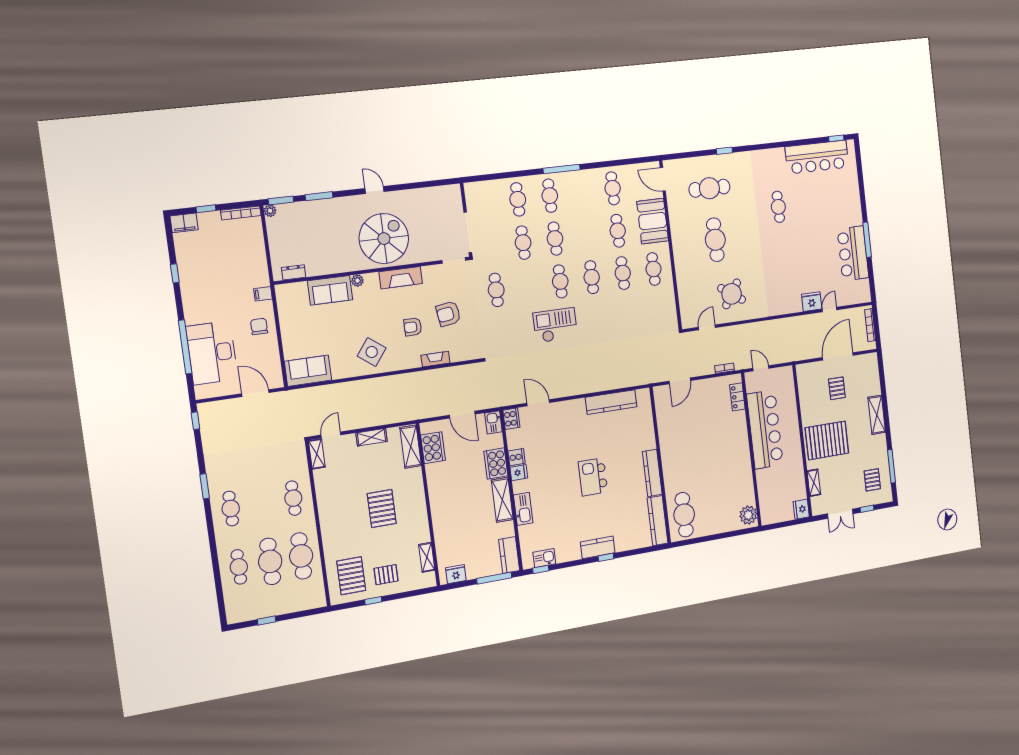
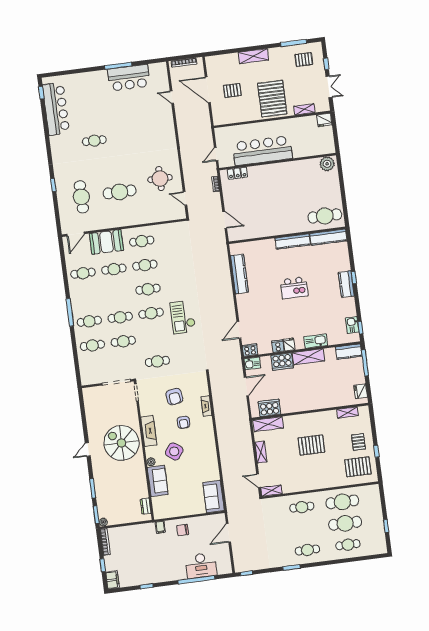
round table: (732, 294) -> (160, 179), turned -34
fridge: (812, 302) -> (166, 112), removed
side table: (372, 352) -> (174, 451), moved
desk: (212, 353) -> (201, 565), width x0.73, depth x0.77

